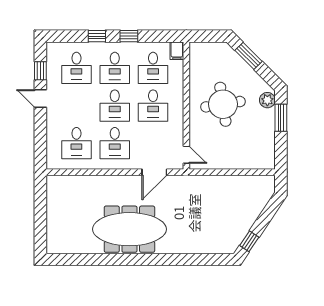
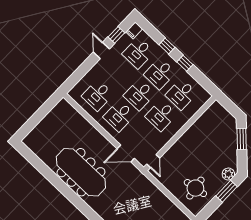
filing cabinet: (177, 51) -> (134, 30), moved
round table: (223, 104) -> (195, 188), moved, width x0.73, depth x0.73

